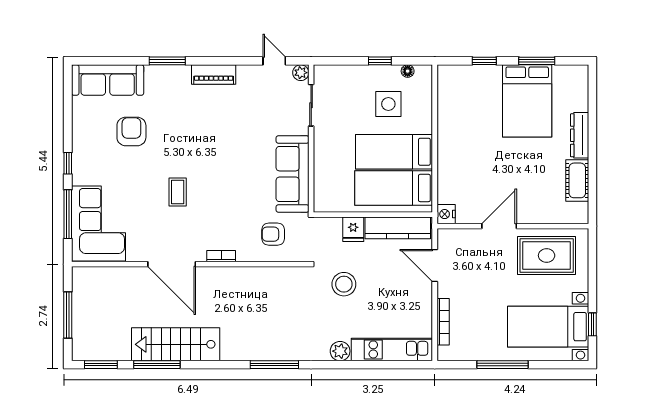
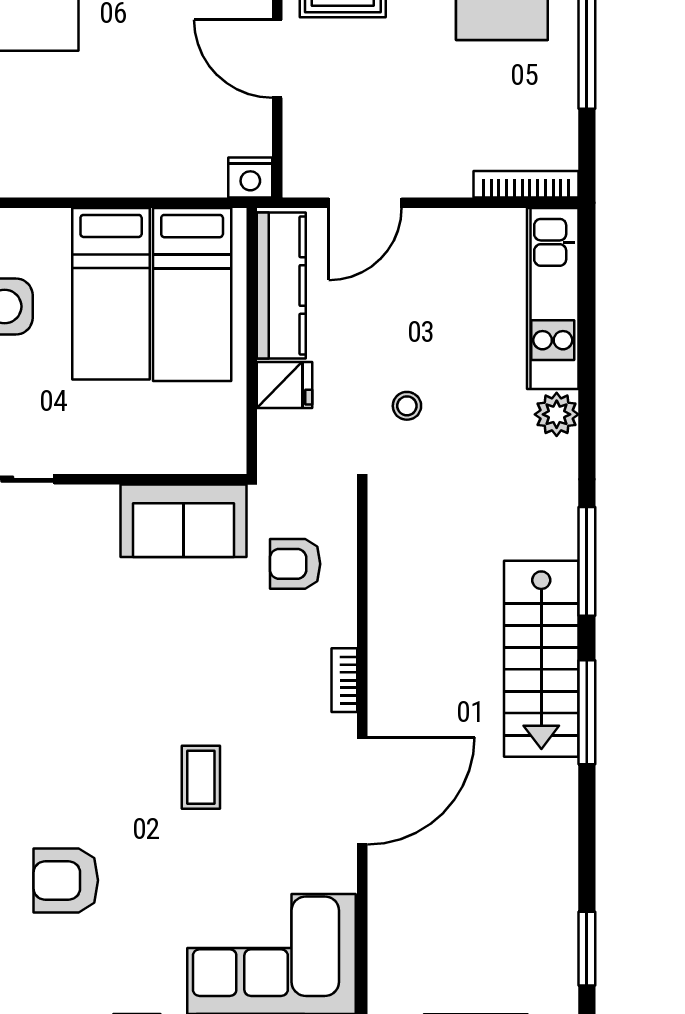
sofa: (292, 174) -> (183, 521), width x0.73
coffee table: (178, 192) -> (201, 777), turned 90
armchair: (273, 234) -> (295, 564), turned 90
stool: (344, 284) -> (407, 406), width x0.53, depth x0.53
bookcase: (443, 322) -> (526, 184), moved
stairs: (176, 344) -> (541, 659), moved
window: (157, 365) -> (587, 712), moved

